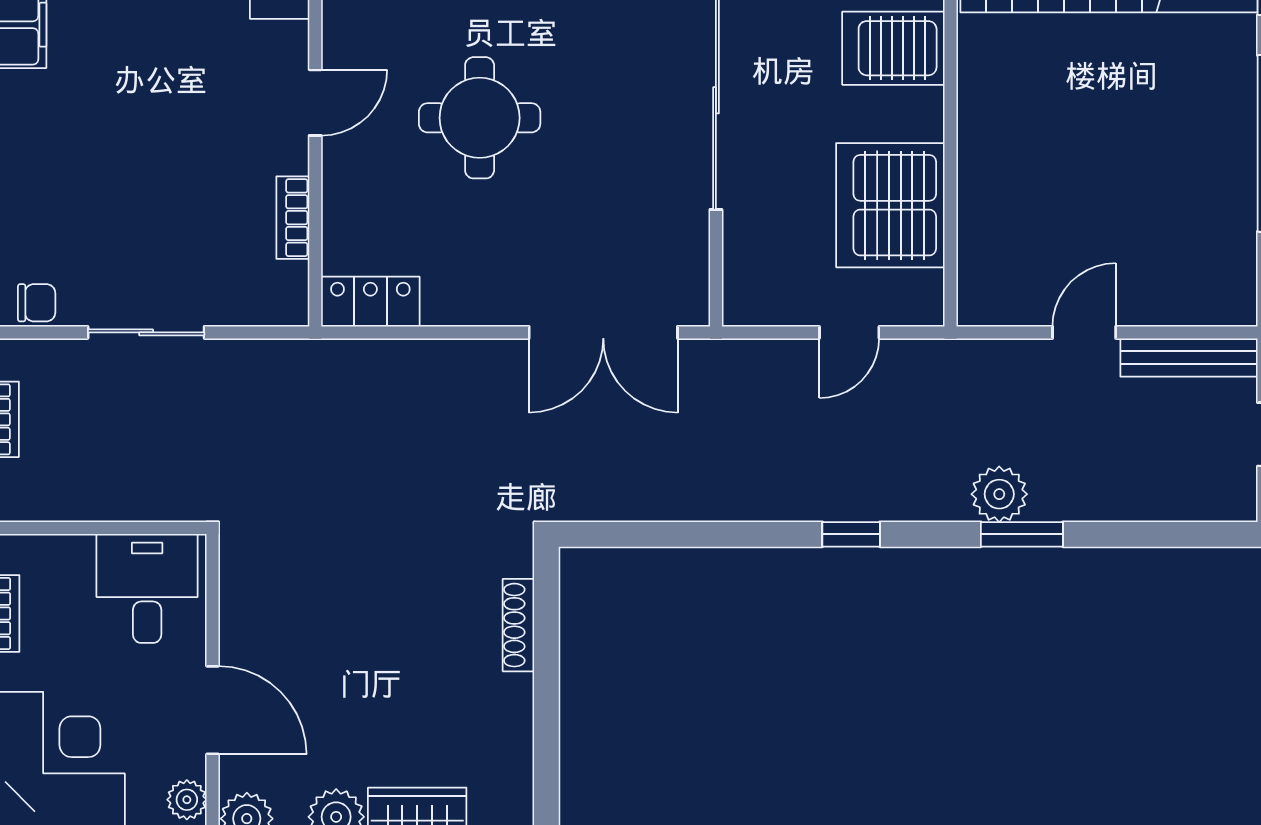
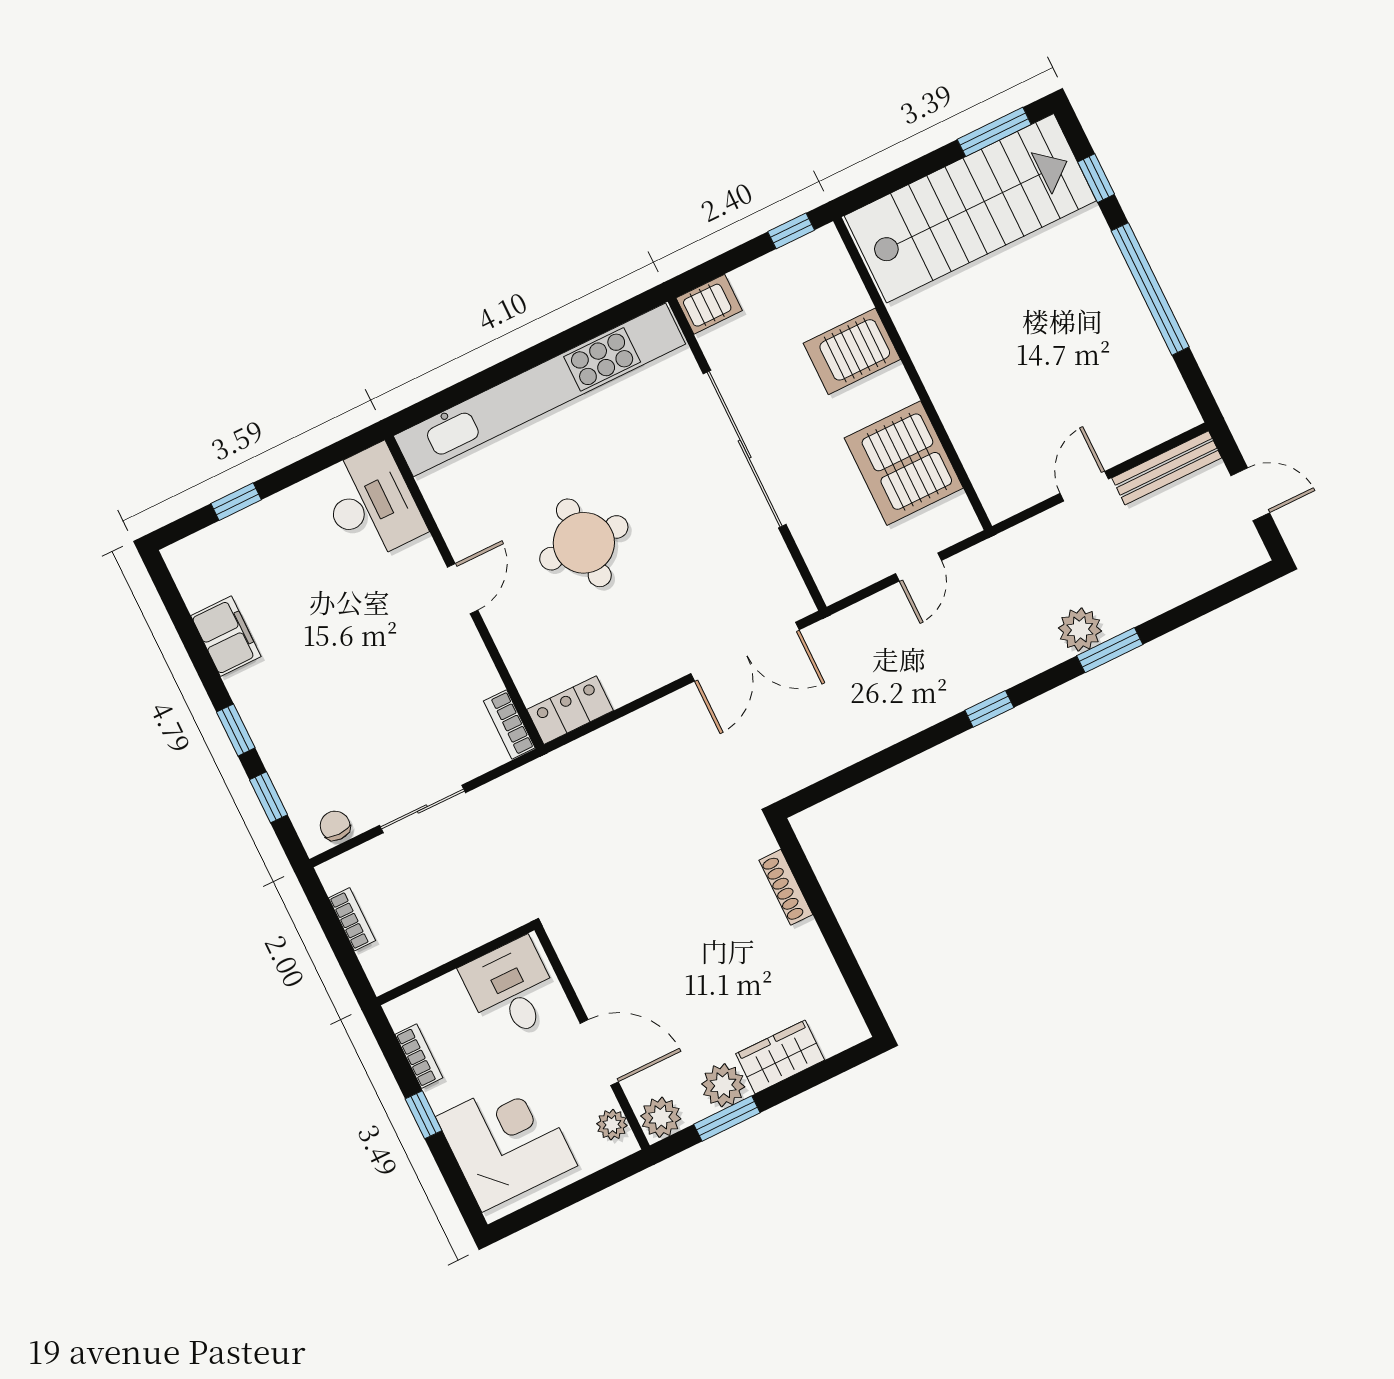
bookcase: (293, 218) -> (509, 724), moved
chair: (37, 303) -> (335, 826), turned -90

